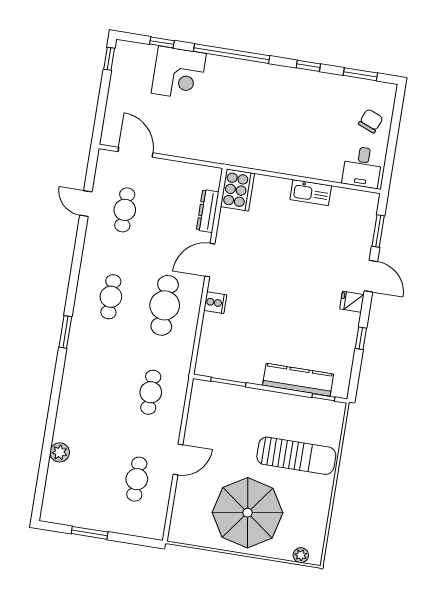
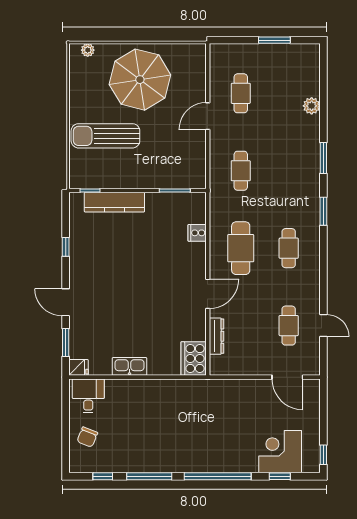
window: (308, 66) -> (149, 476), width x2.17
corner desk: (179, 73) -> (280, 452), moved
window: (360, 74) -> (103, 476), width x0.67
fridge: (352, 302) -> (79, 367), moved
cooker: (215, 303) -> (197, 233), moved
window: (56, 392) -> (323, 158), added

